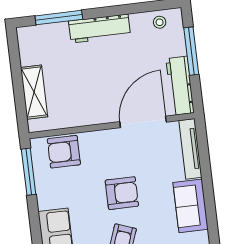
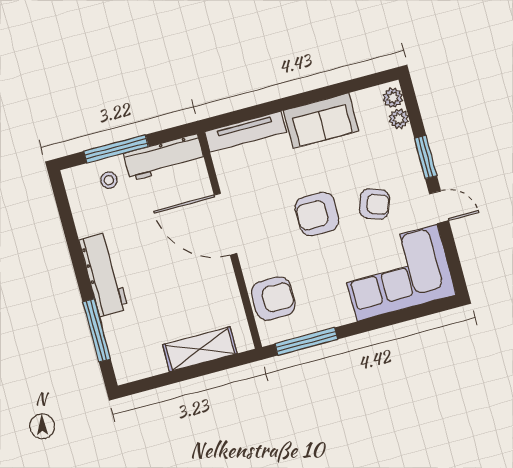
stool: (160, 22) -> (109, 180), moved
door: (143, 122) -> (225, 224), moved
armchair: (64, 152) -> (273, 298), turned -90
armchair: (122, 193) -> (317, 214), turned -90

